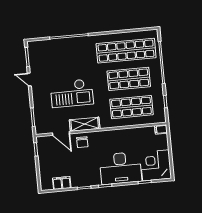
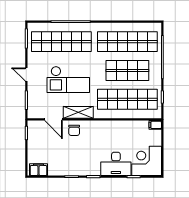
shop shelf: (62, 57) -> (61, 42), added
door: (29, 80) -> (26, 75), moved
shop shelf: (131, 107) -> (127, 99), width x1.40
desk: (121, 168) -> (116, 164), width x0.73, depth x0.77
filing cabinet: (62, 183) -> (38, 170), moved

